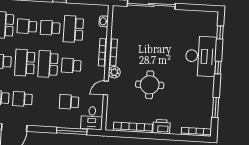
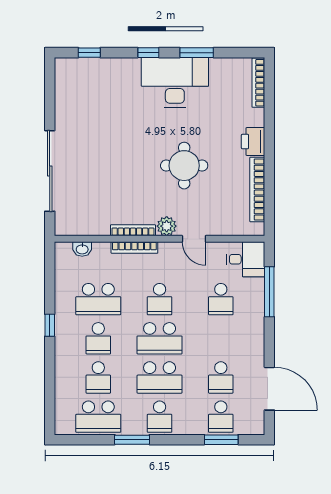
desk: (201, 56) -> (175, 82), moved
window: (216, 107) -> (197, 53), moved

